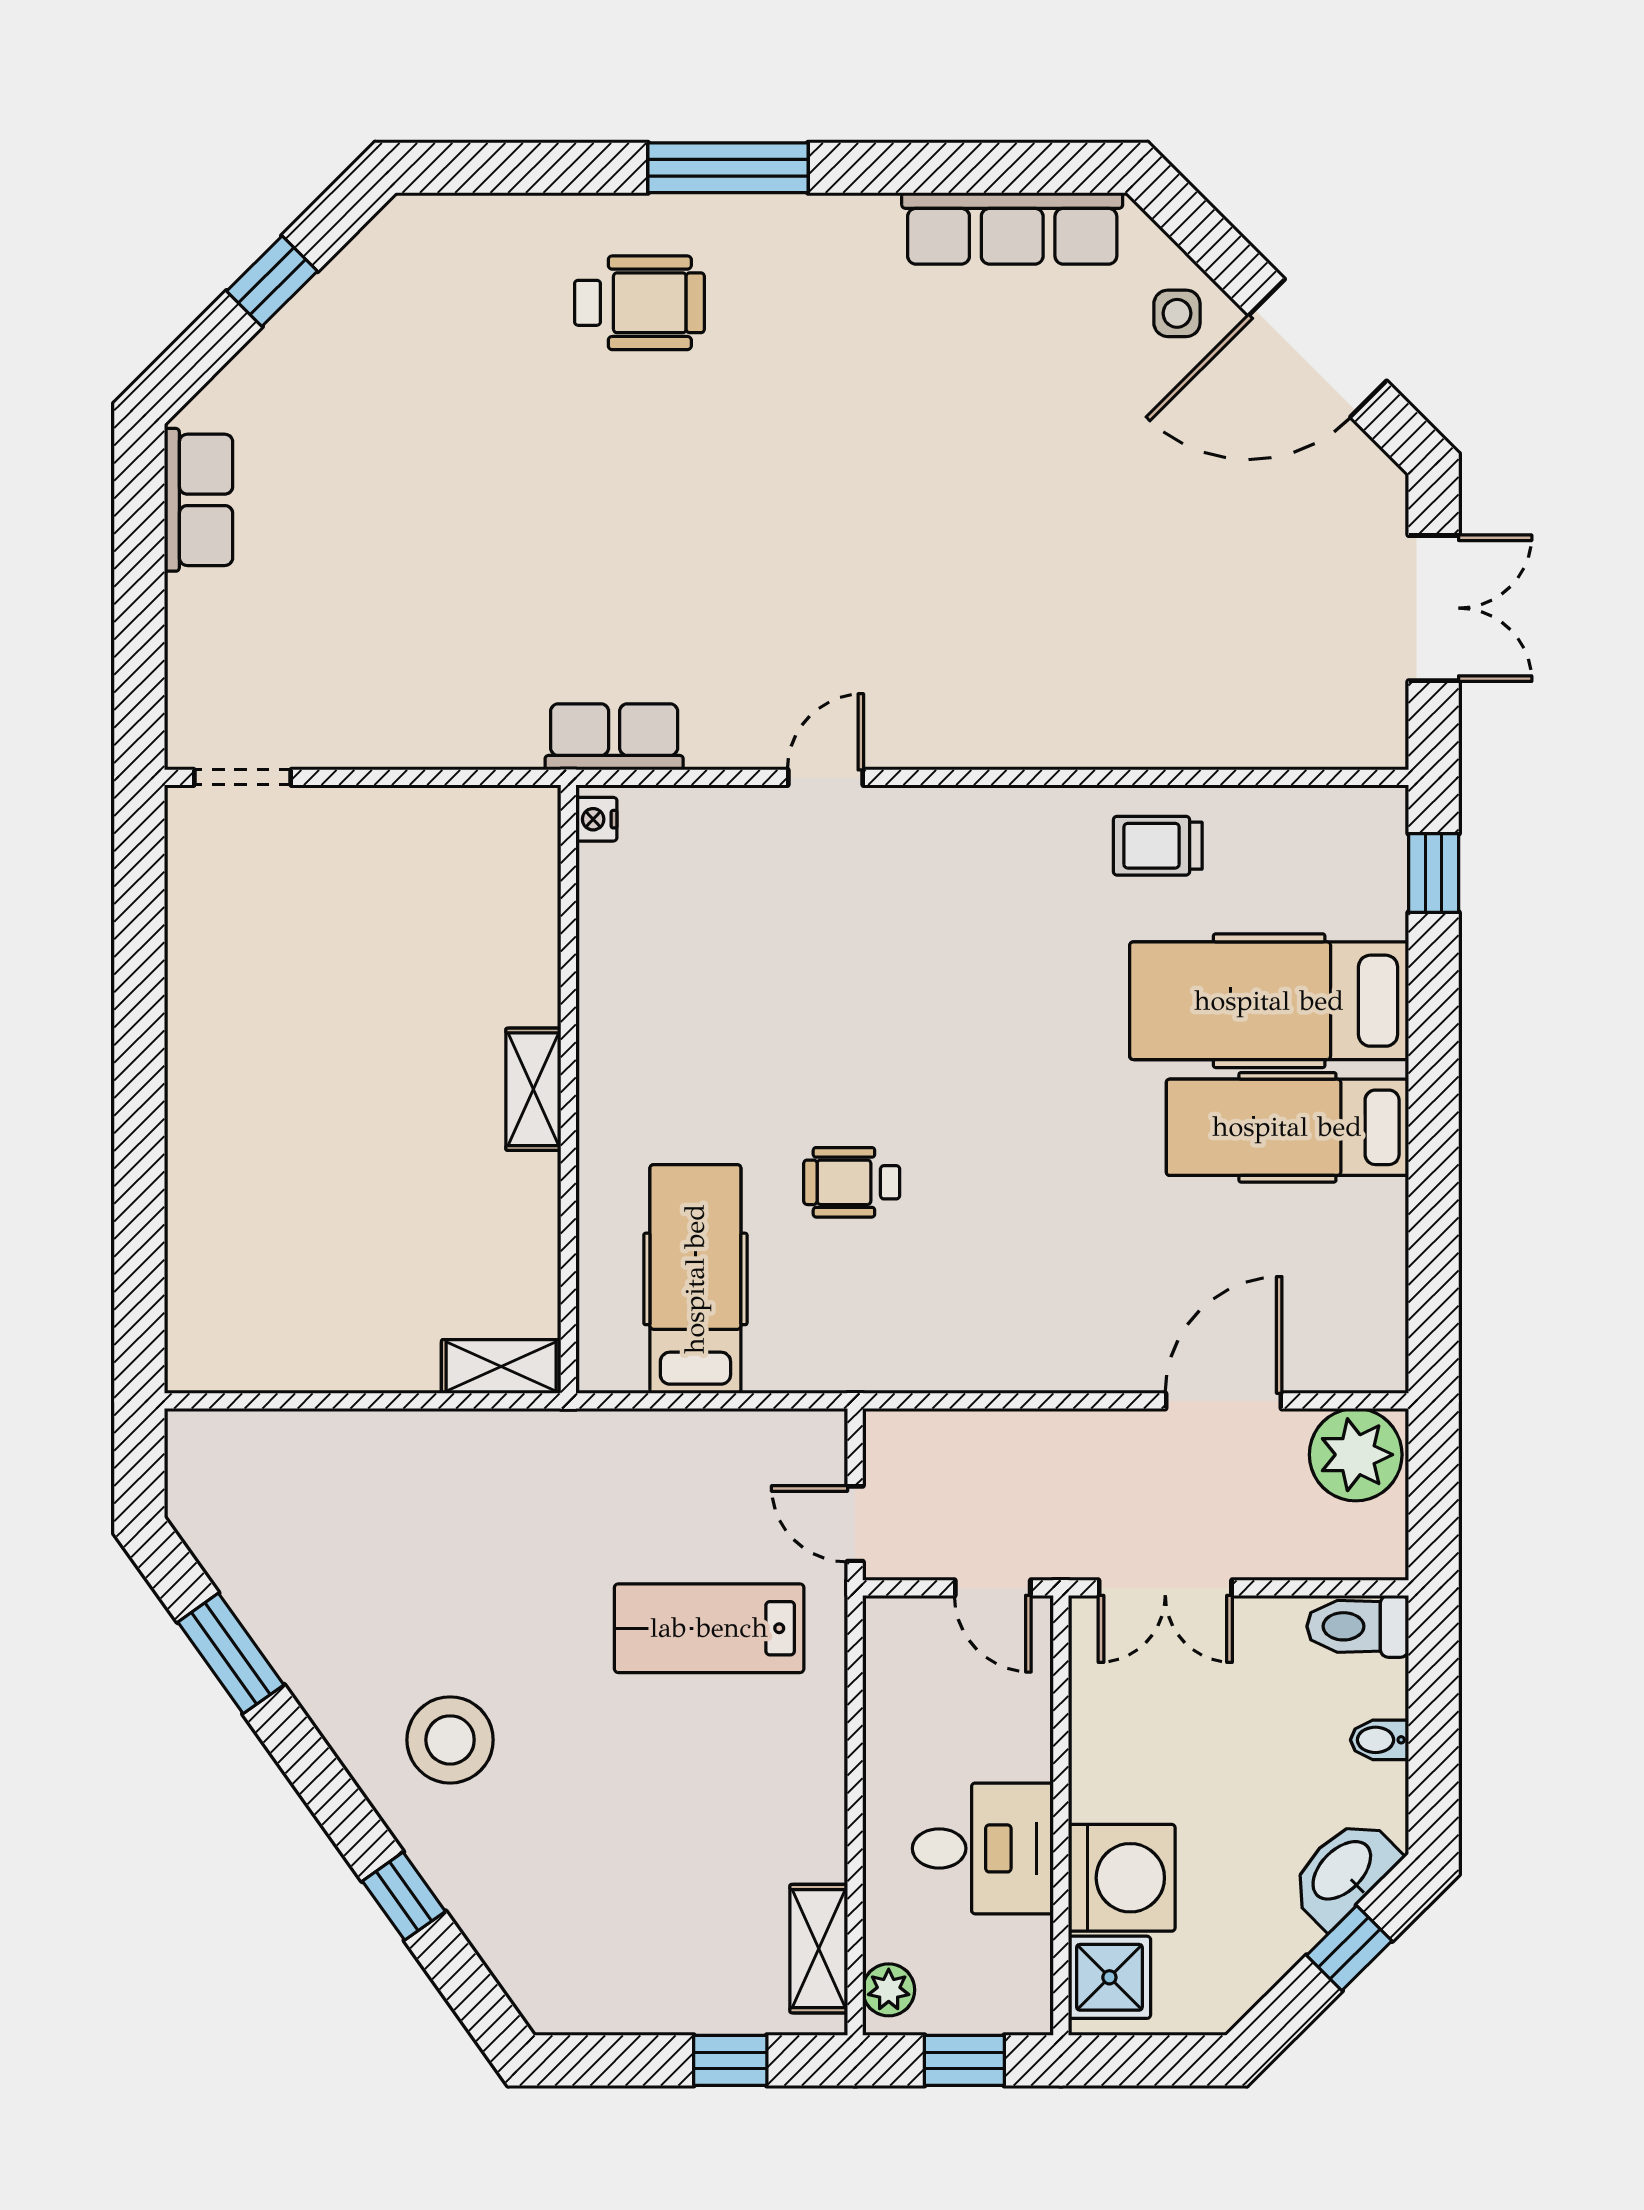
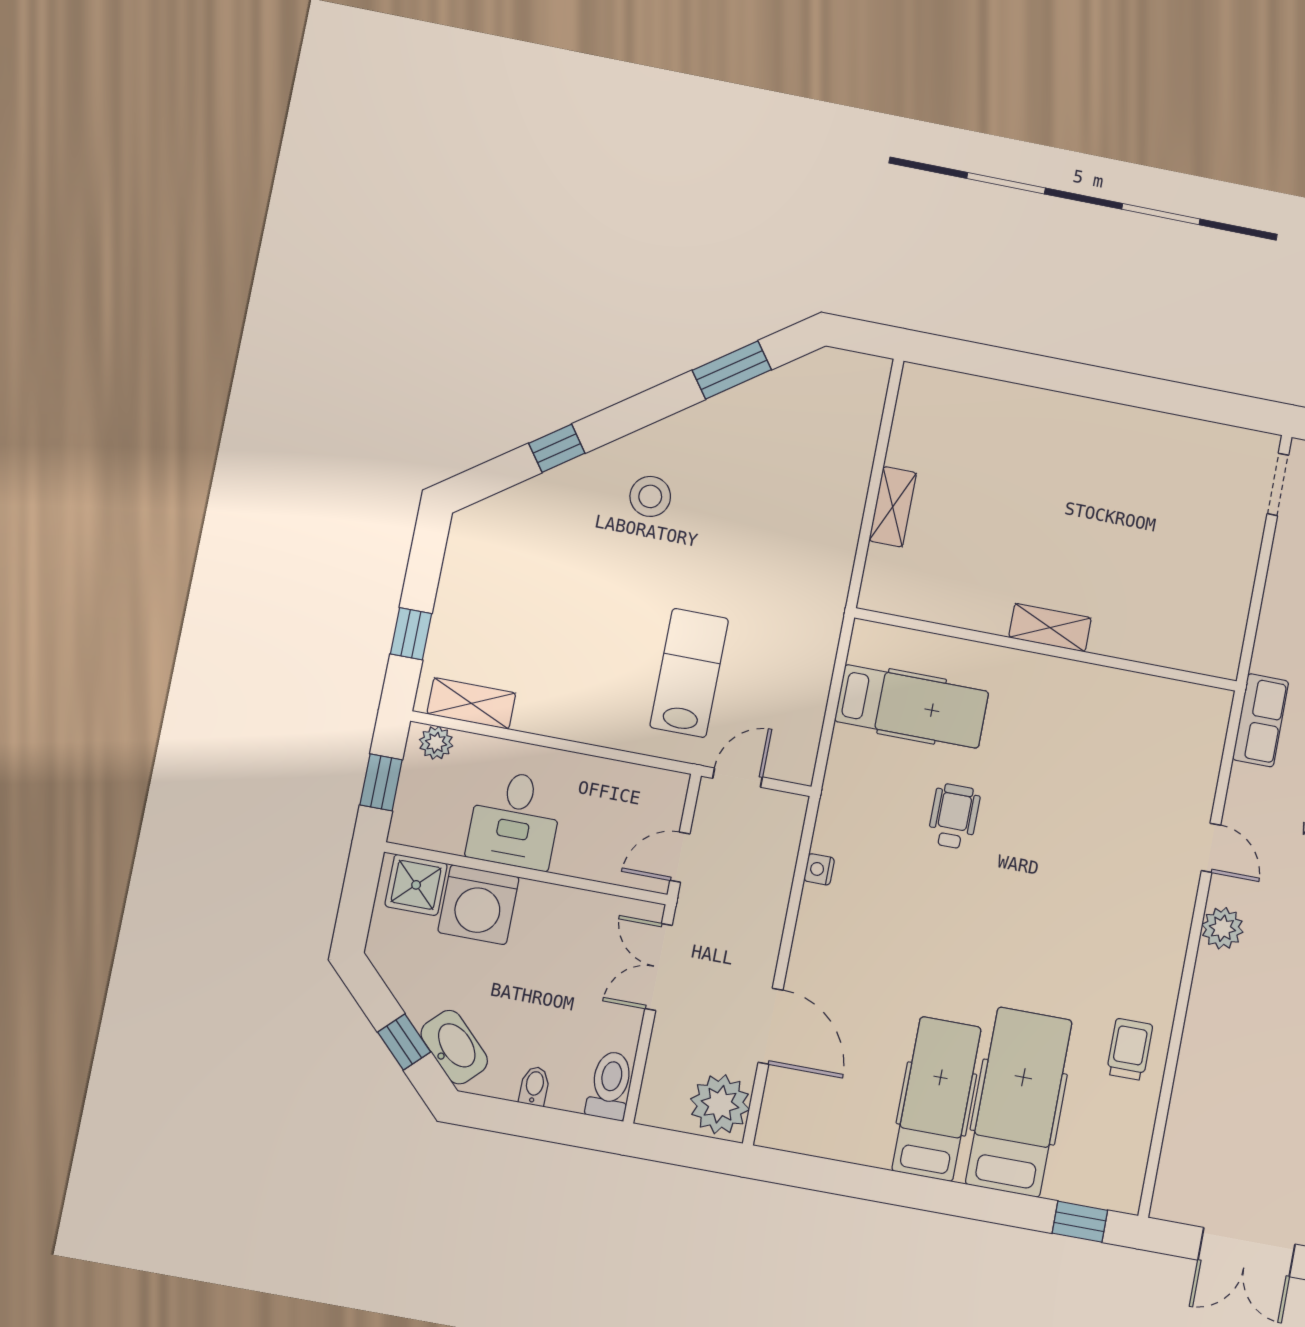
plant: (946, 737) -> (1222, 928), added
nightstand: (596, 819) -> (819, 869), moved, turned -90
shelving: (501, 1366) -> (893, 507), moved
stool: (450, 1740) -> (650, 496), width x0.73, depth x0.73

